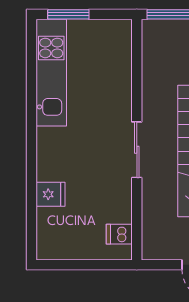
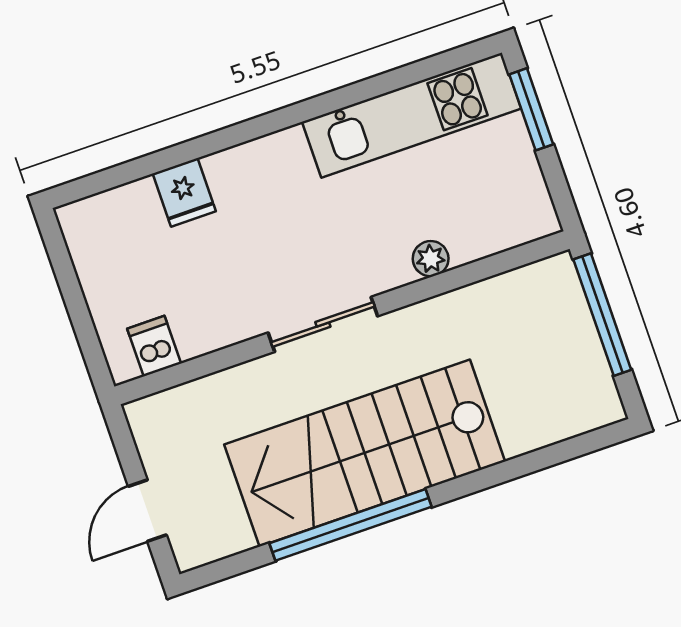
plant: (123, 87) -> (431, 259), added

